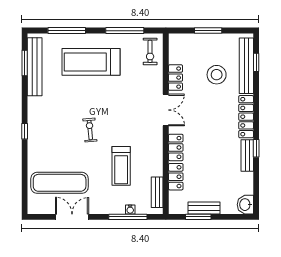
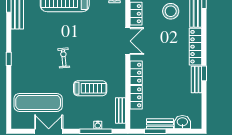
treadmill: (121, 166) -> (90, 88), turned -90
washbasin: (245, 205) -> (182, 122), moved, turned 90

